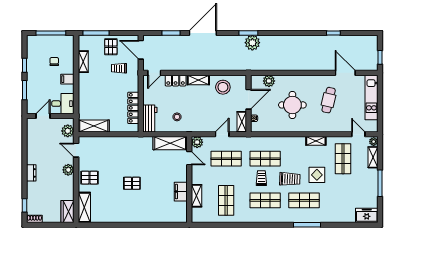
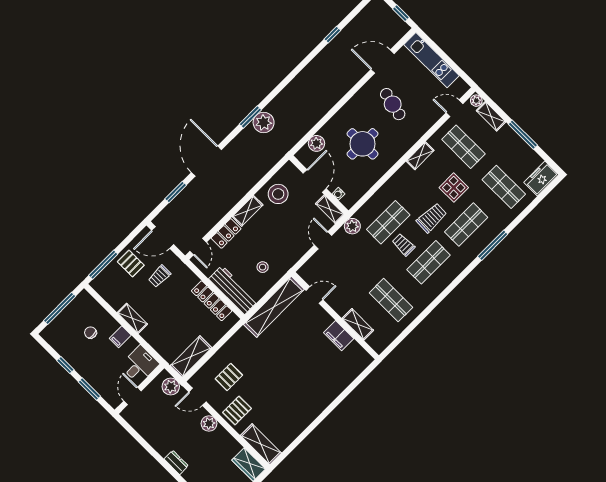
shelving: (83, 62) -> (132, 318), moved
workbench: (150, 119) -> (233, 290), width x1.38
plant: (197, 142) -> (352, 226), moved
shelving: (170, 143) -> (274, 307), width x1.47
shop shelf: (226, 159) -> (504, 187), moved, turned 90
pallet: (132, 183) -> (229, 377), moved

